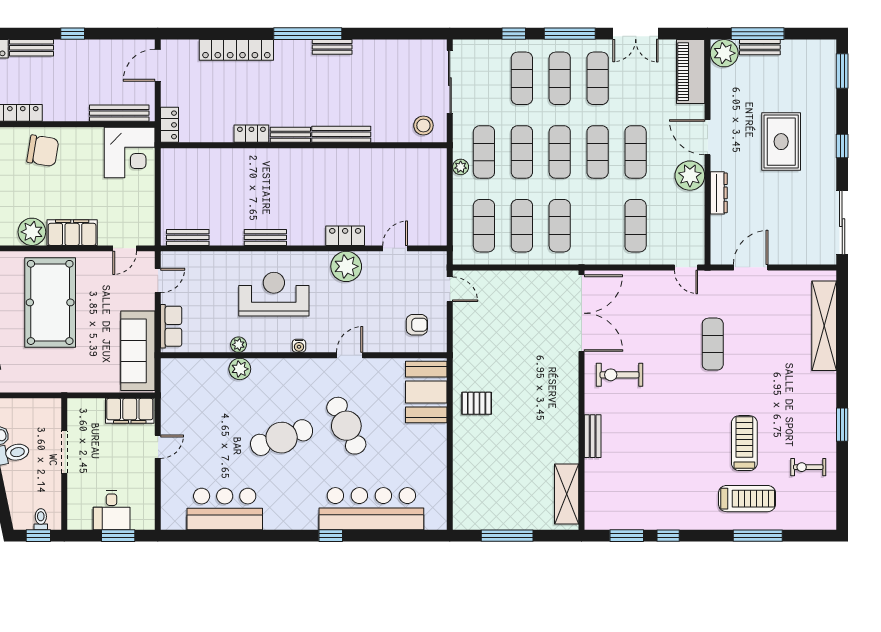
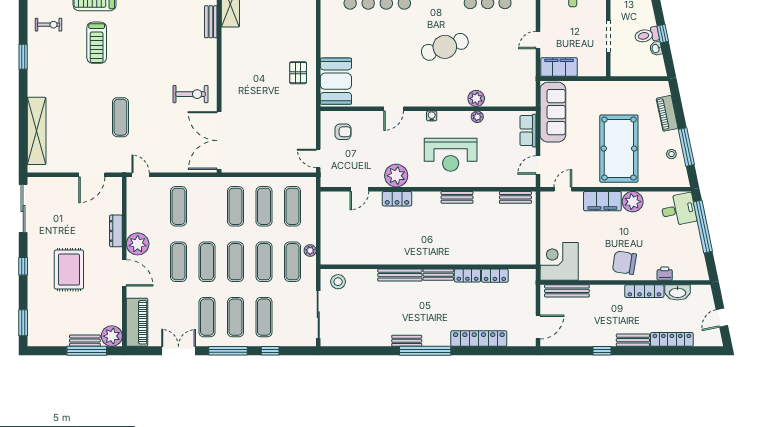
locker: (170, 125) -> (495, 276), moved, turned -90
armchair: (417, 325) -> (343, 132), turned 180
pallet: (477, 403) -> (298, 73), turned 90
cafe table: (346, 426) -> (396, 56), removed
bench: (593, 436) -> (211, 22), moved

